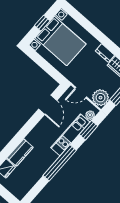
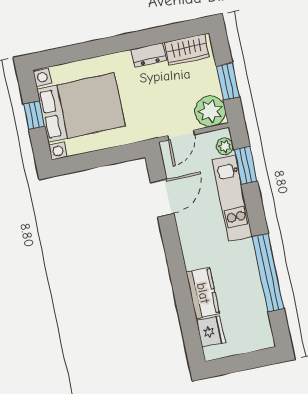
door: (48, 105) -> (162, 198), hinge flipped
window: (60, 163) -> (268, 273), moved

